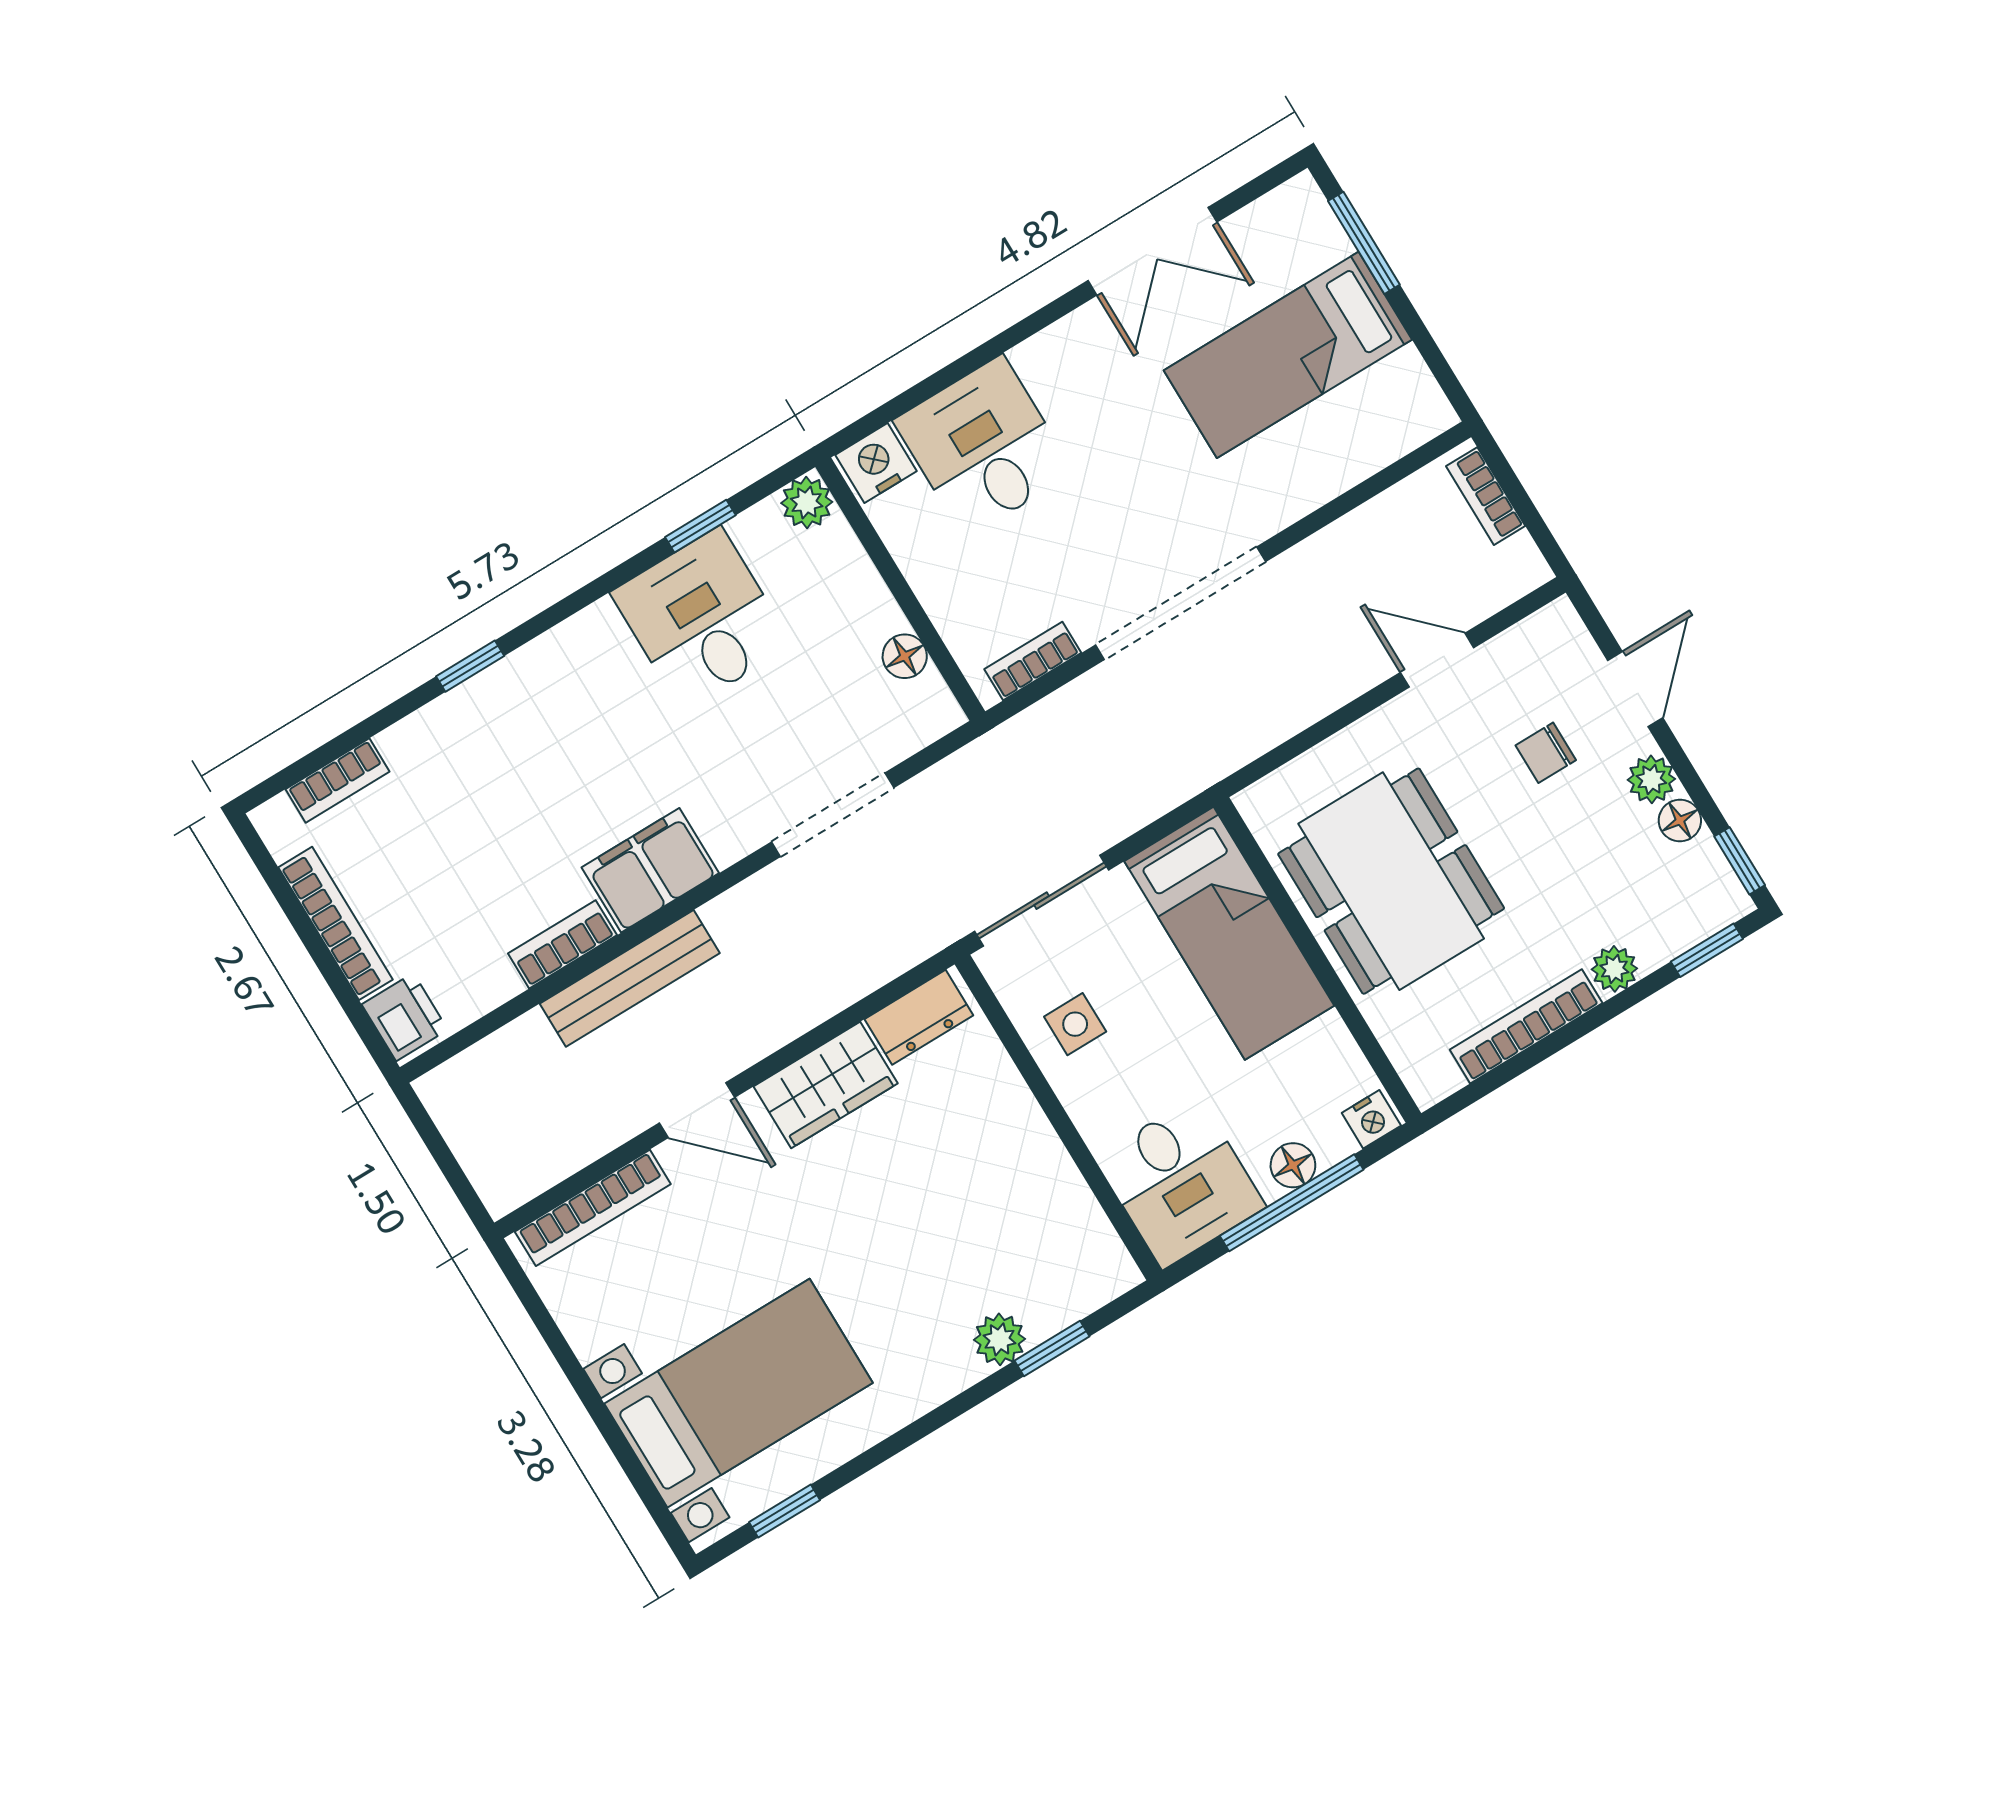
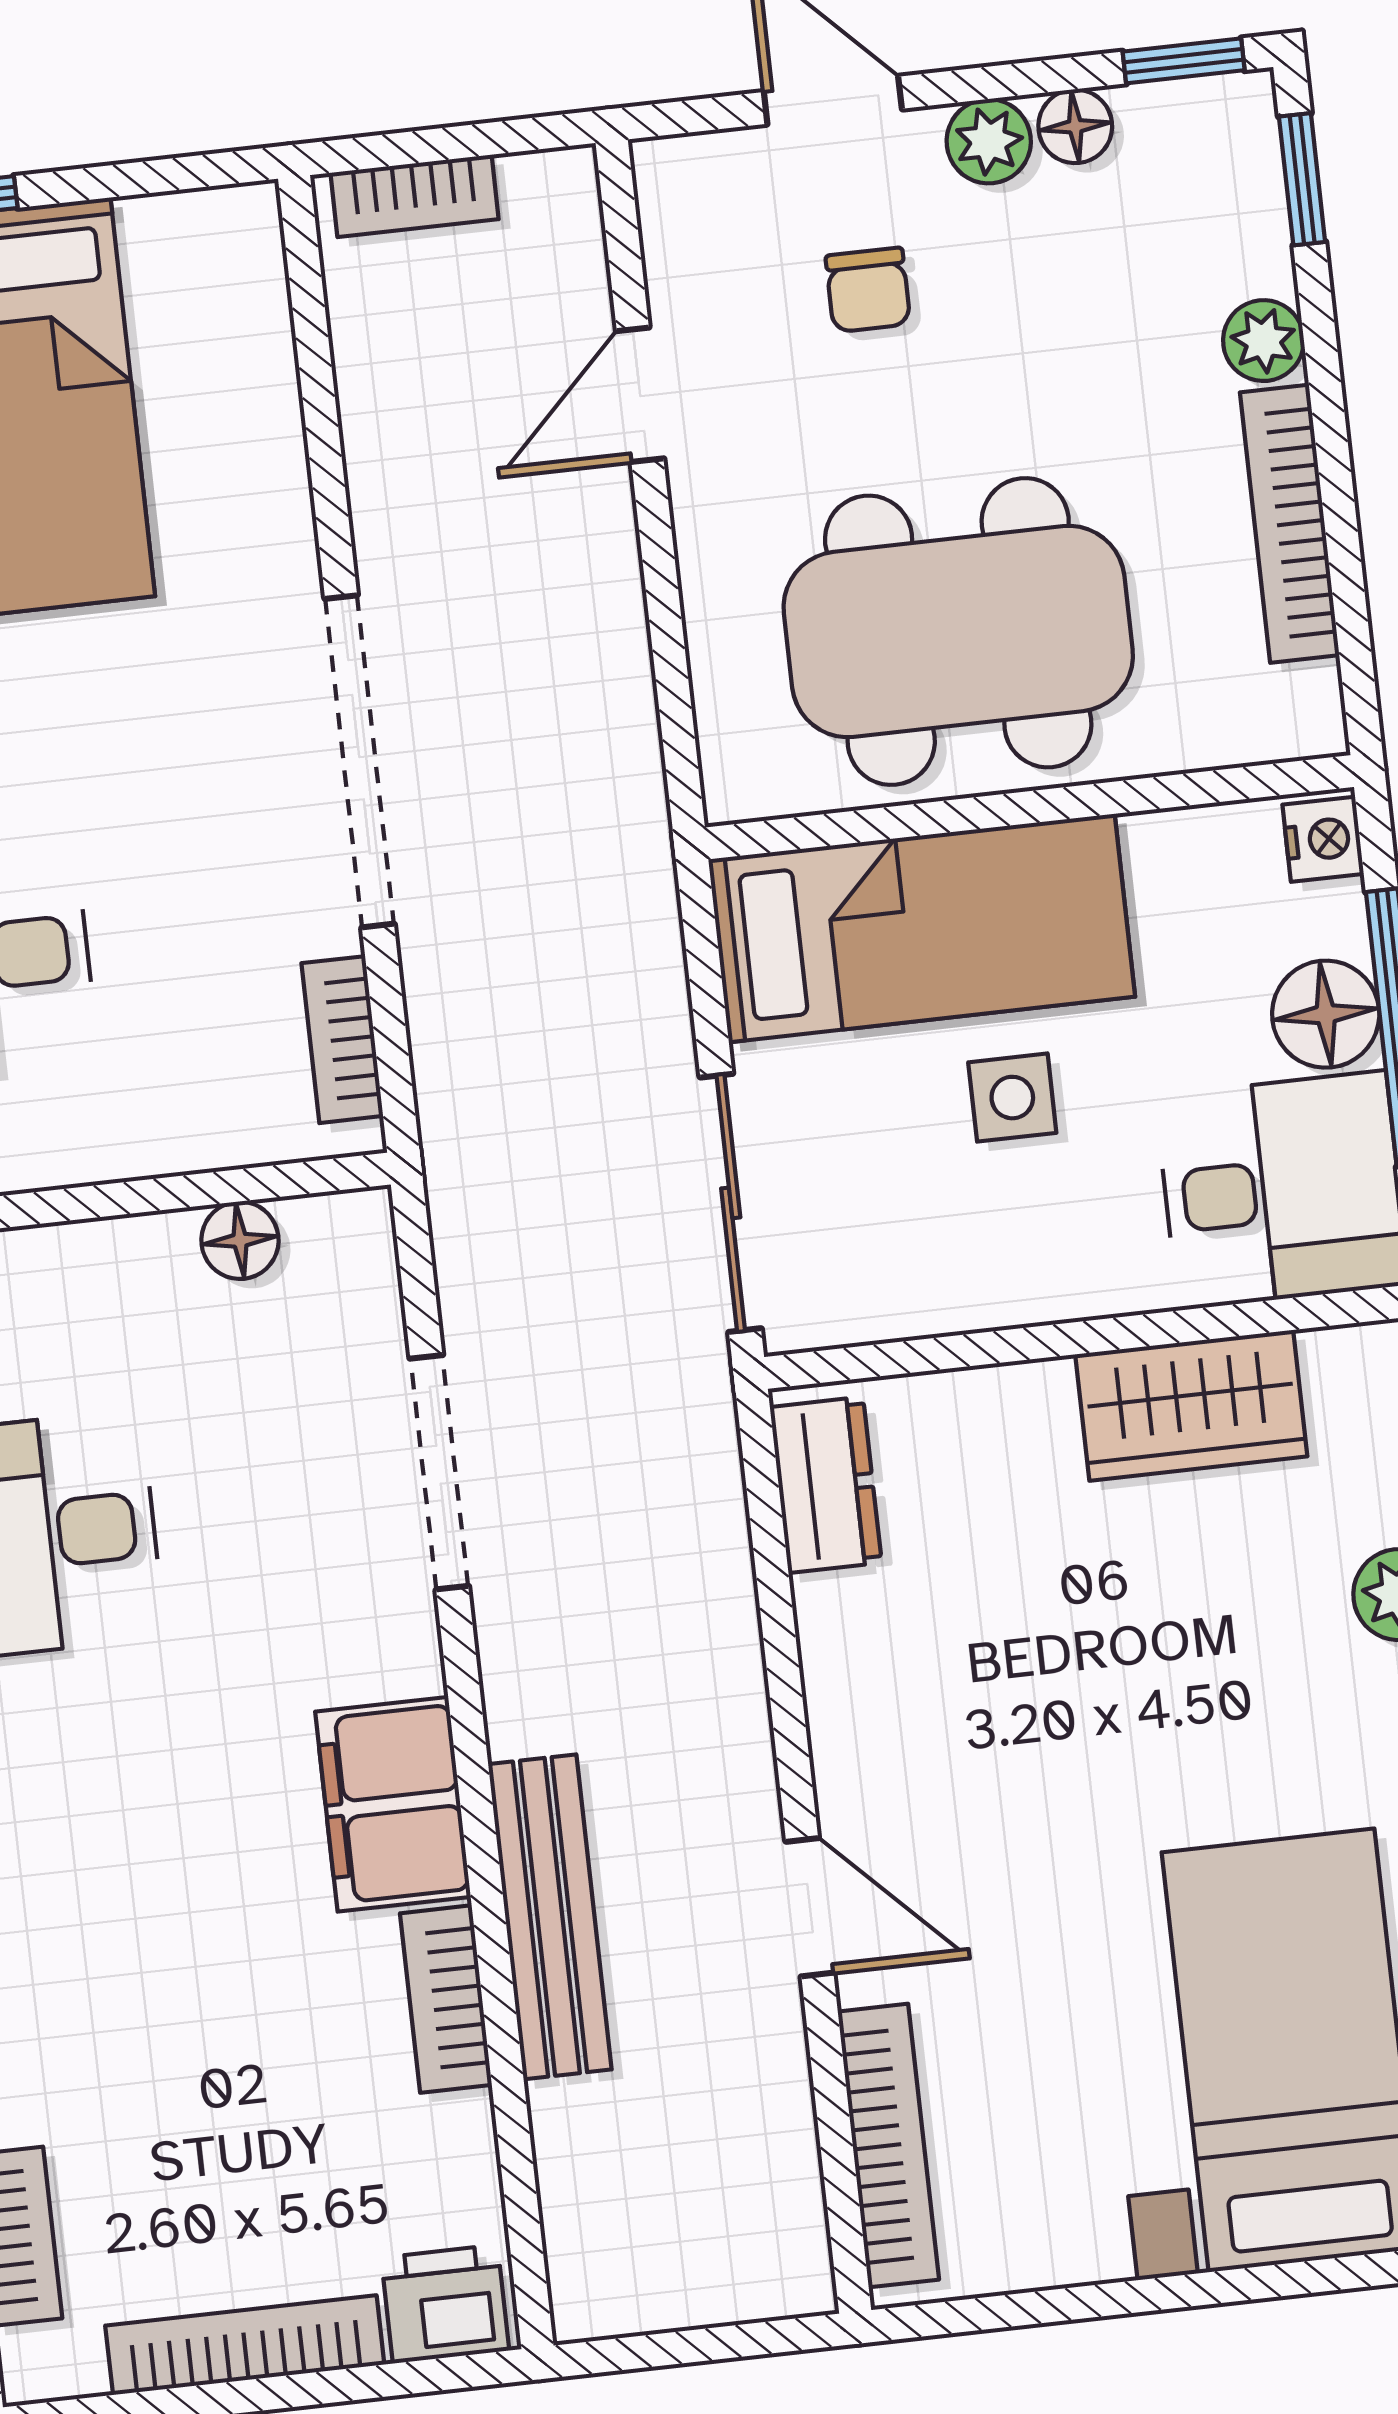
side table: (1075, 1024) -> (1012, 1098), moved
wardrobe: (826, 1085) -> (1191, 1405), moved, turned 90
door: (697, 1110) -> (810, 1907), hinge flipped
floor lamp: (1293, 1165) -> (1326, 1014), width x1.37, depth x1.37

